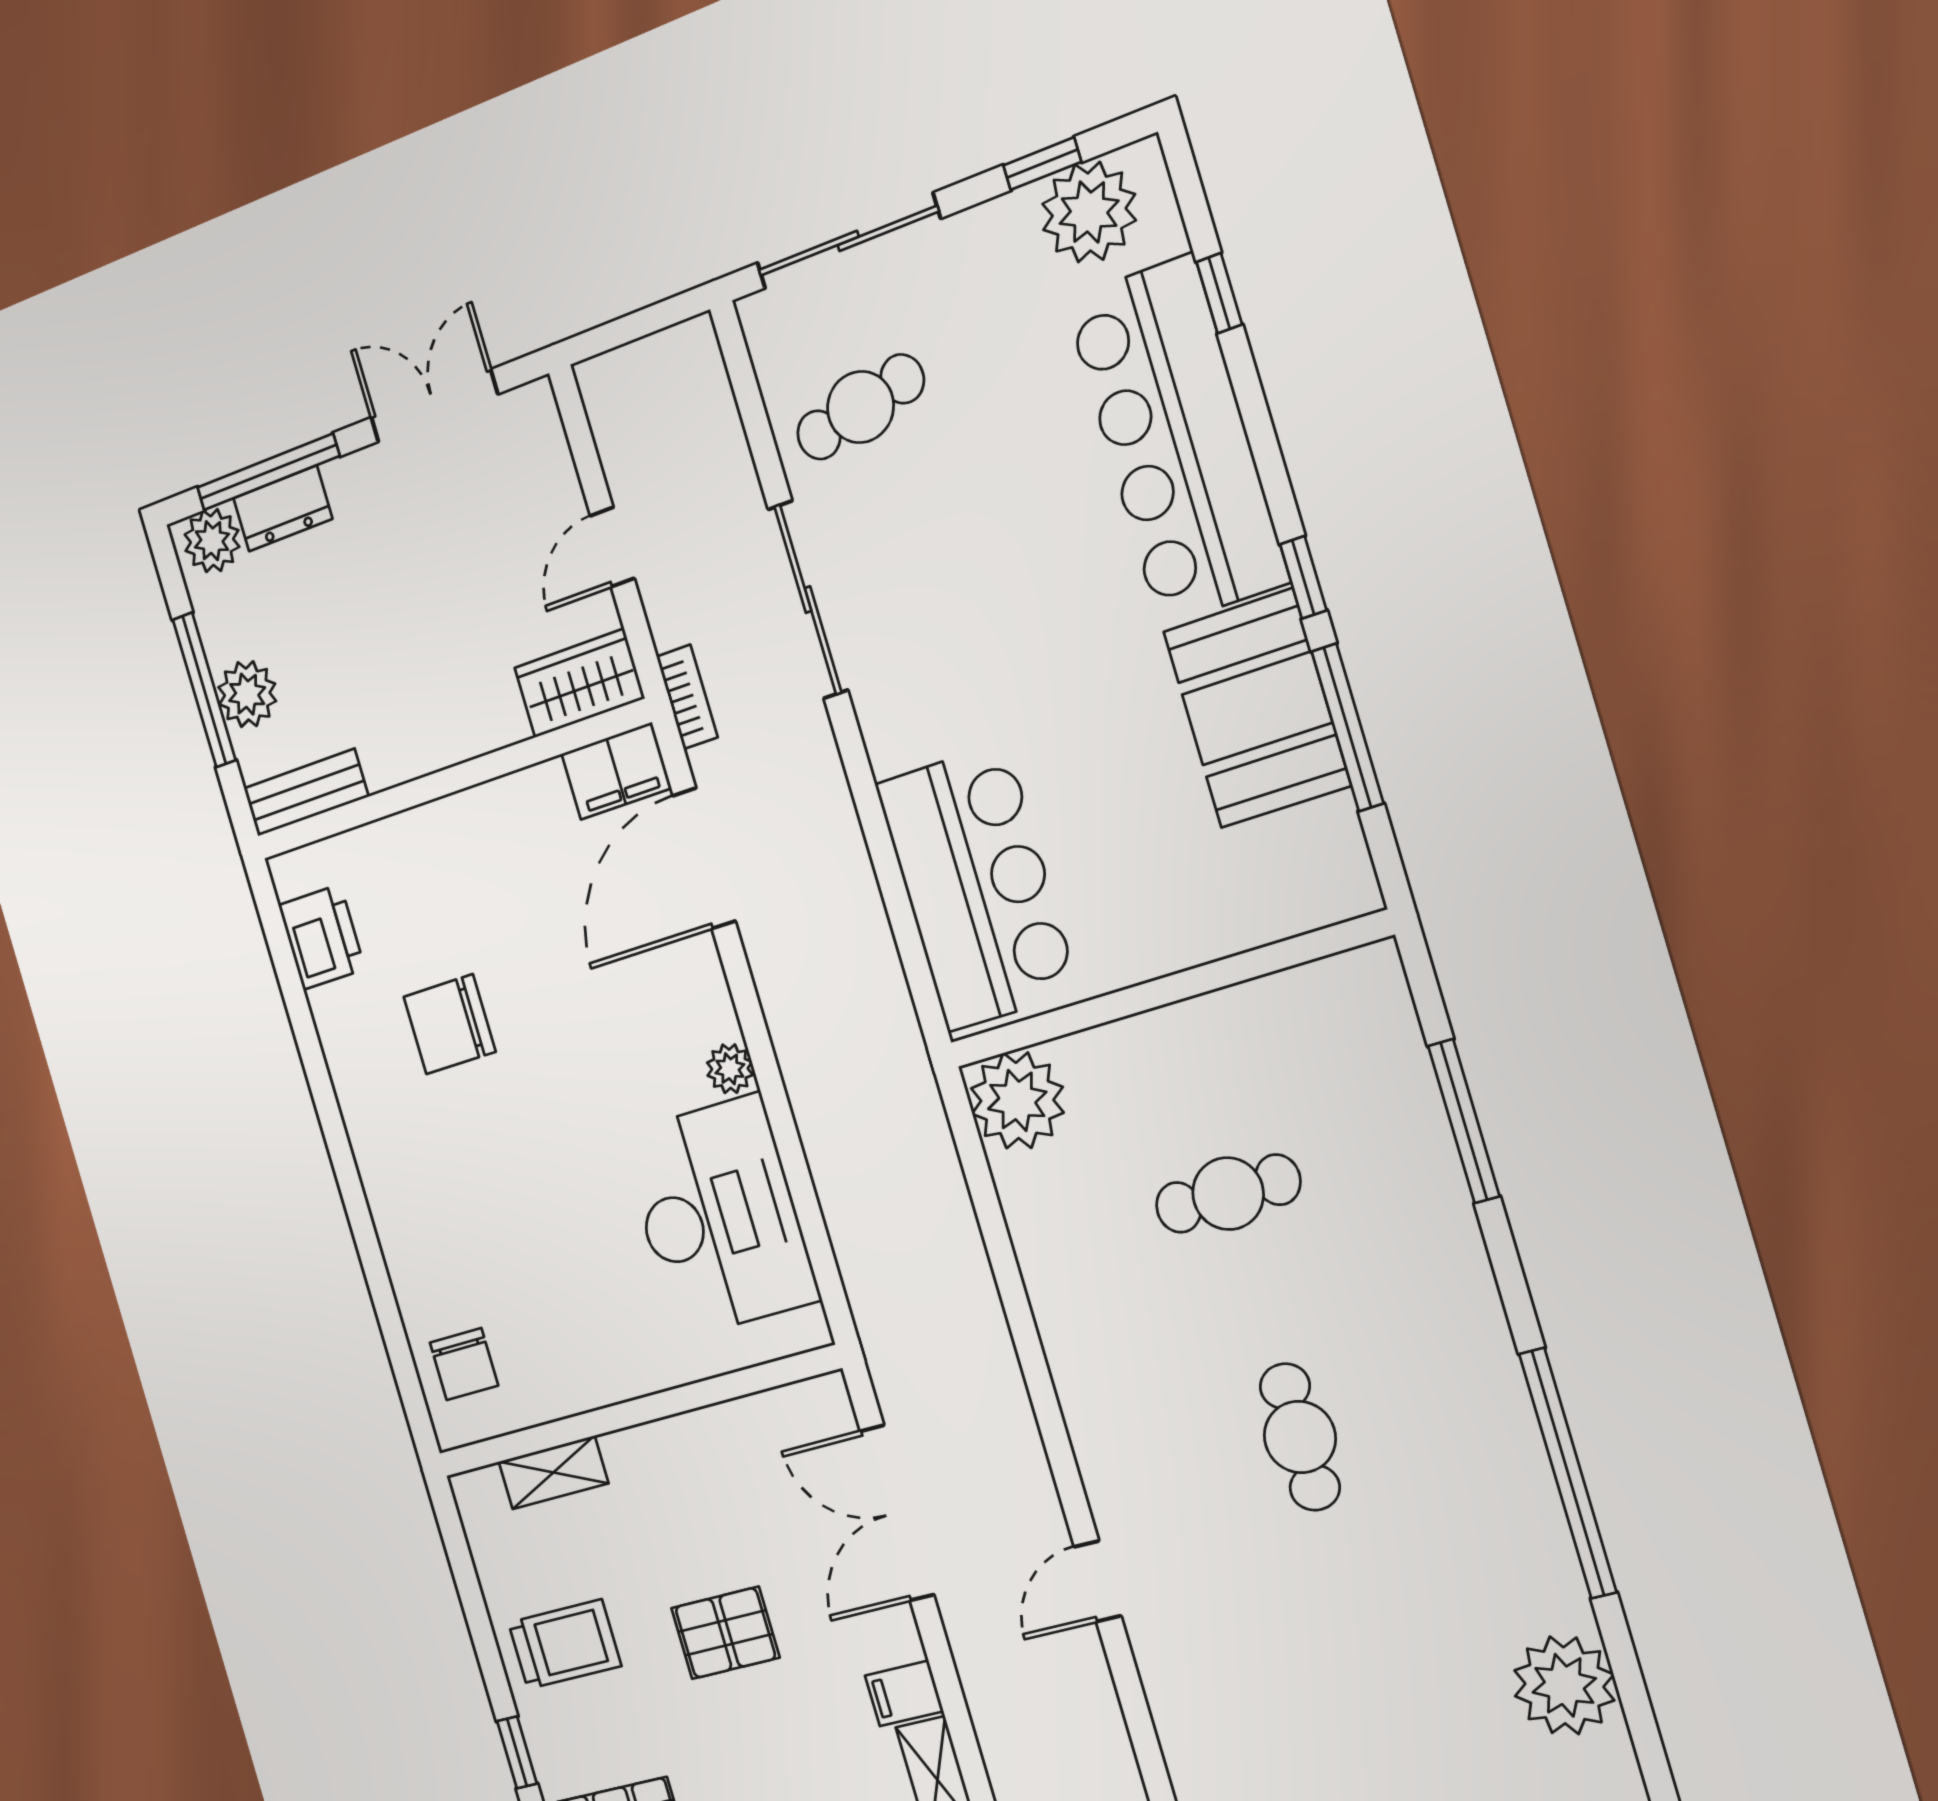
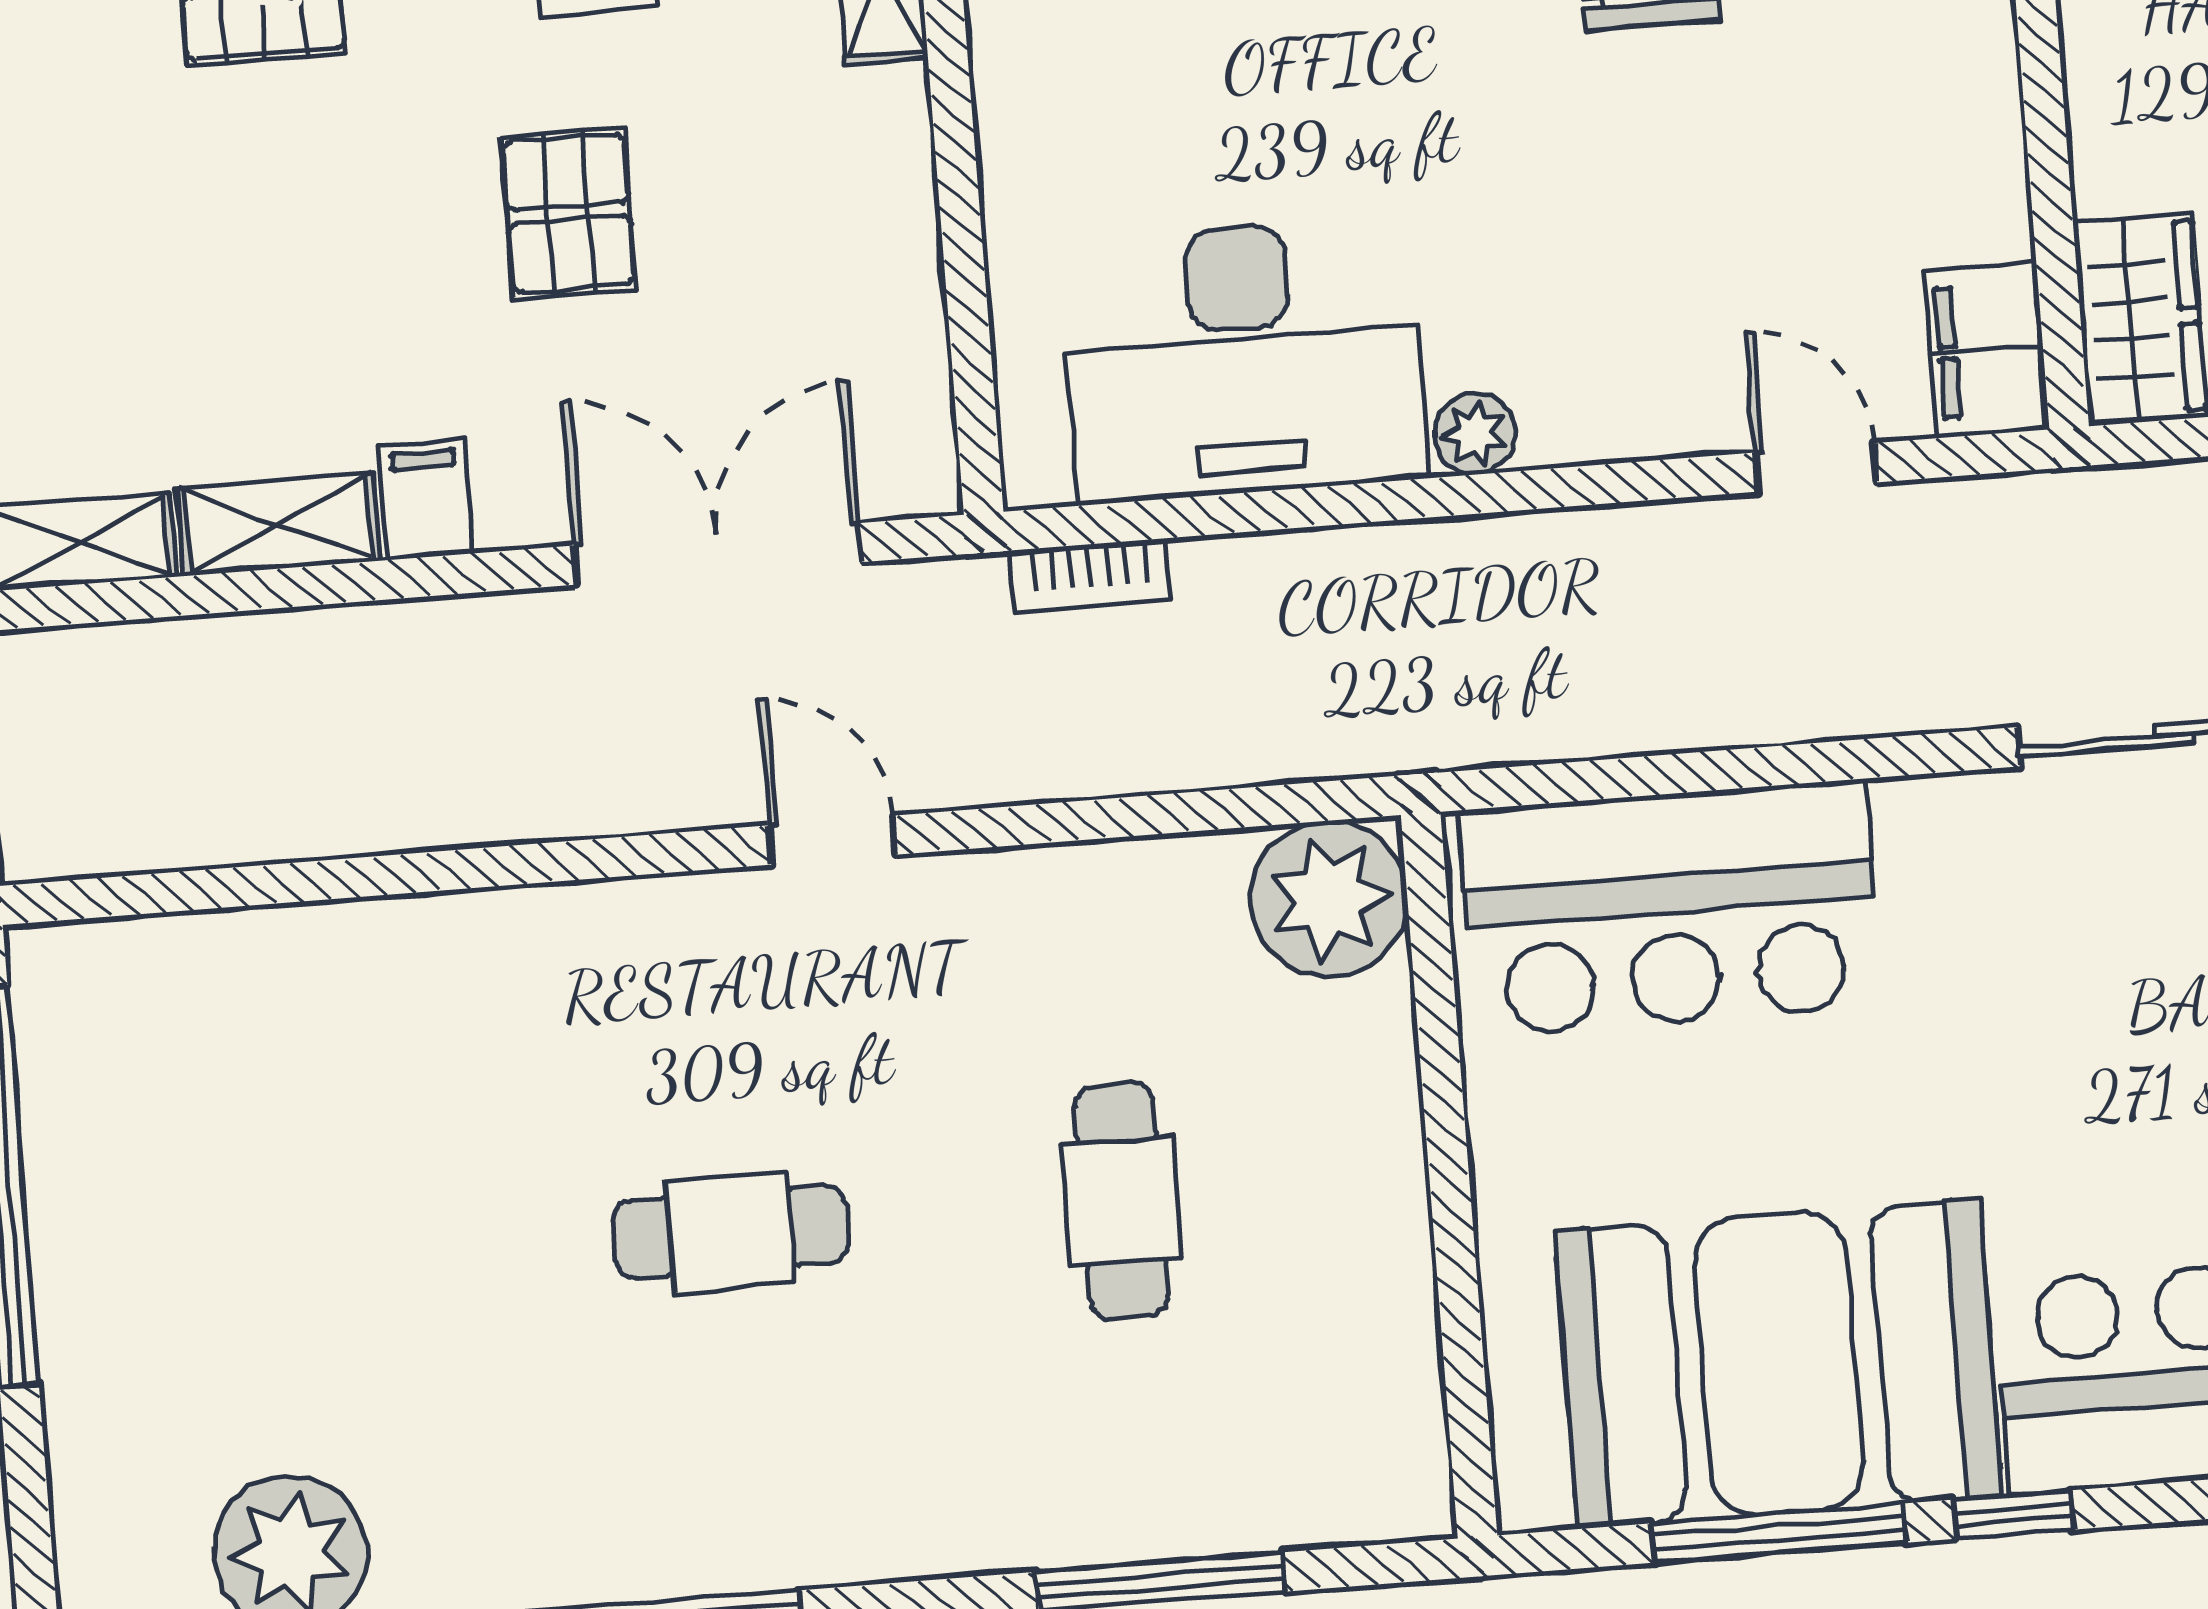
bookcase: (687, 697) -> (1090, 575), moved
booth: (1257, 709) -> (1778, 1364), width x1.36, depth x1.42
door: (704, 858) -> (1816, 467), width x0.53
door: (1098, 1581) -> (832, 840), moved

